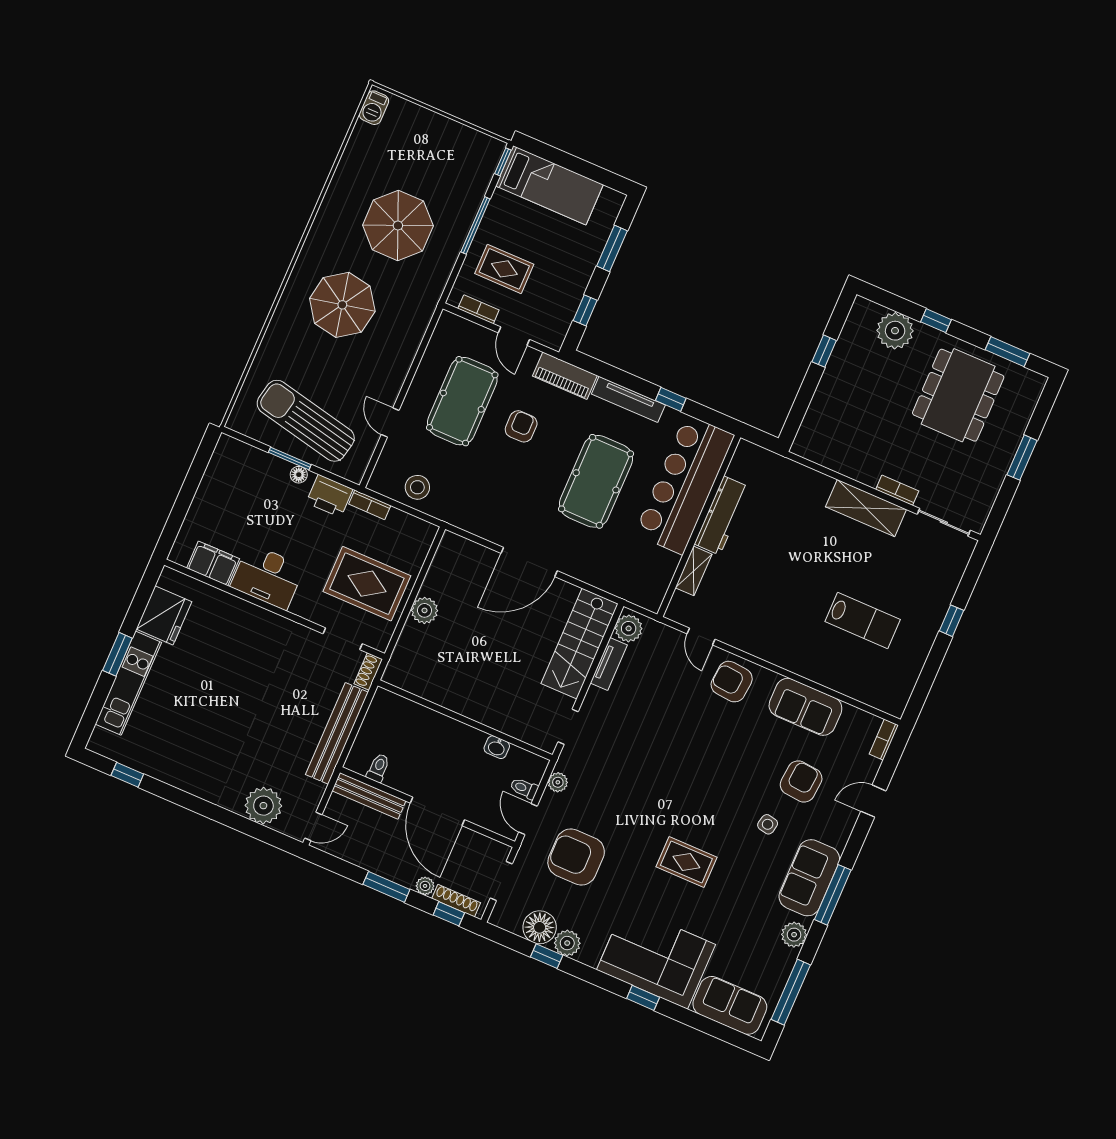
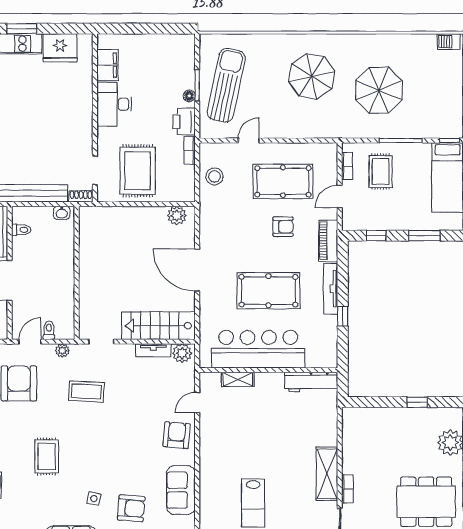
bar counter: (684, 485) -> (258, 349), moved
workbench: (722, 516) -> (311, 382), moved
plant: (425, 610) -> (177, 216), moved
washbasin: (497, 747) -> (62, 213), moved, turned -90
coffee table: (624, 774) -> (86, 391), added

